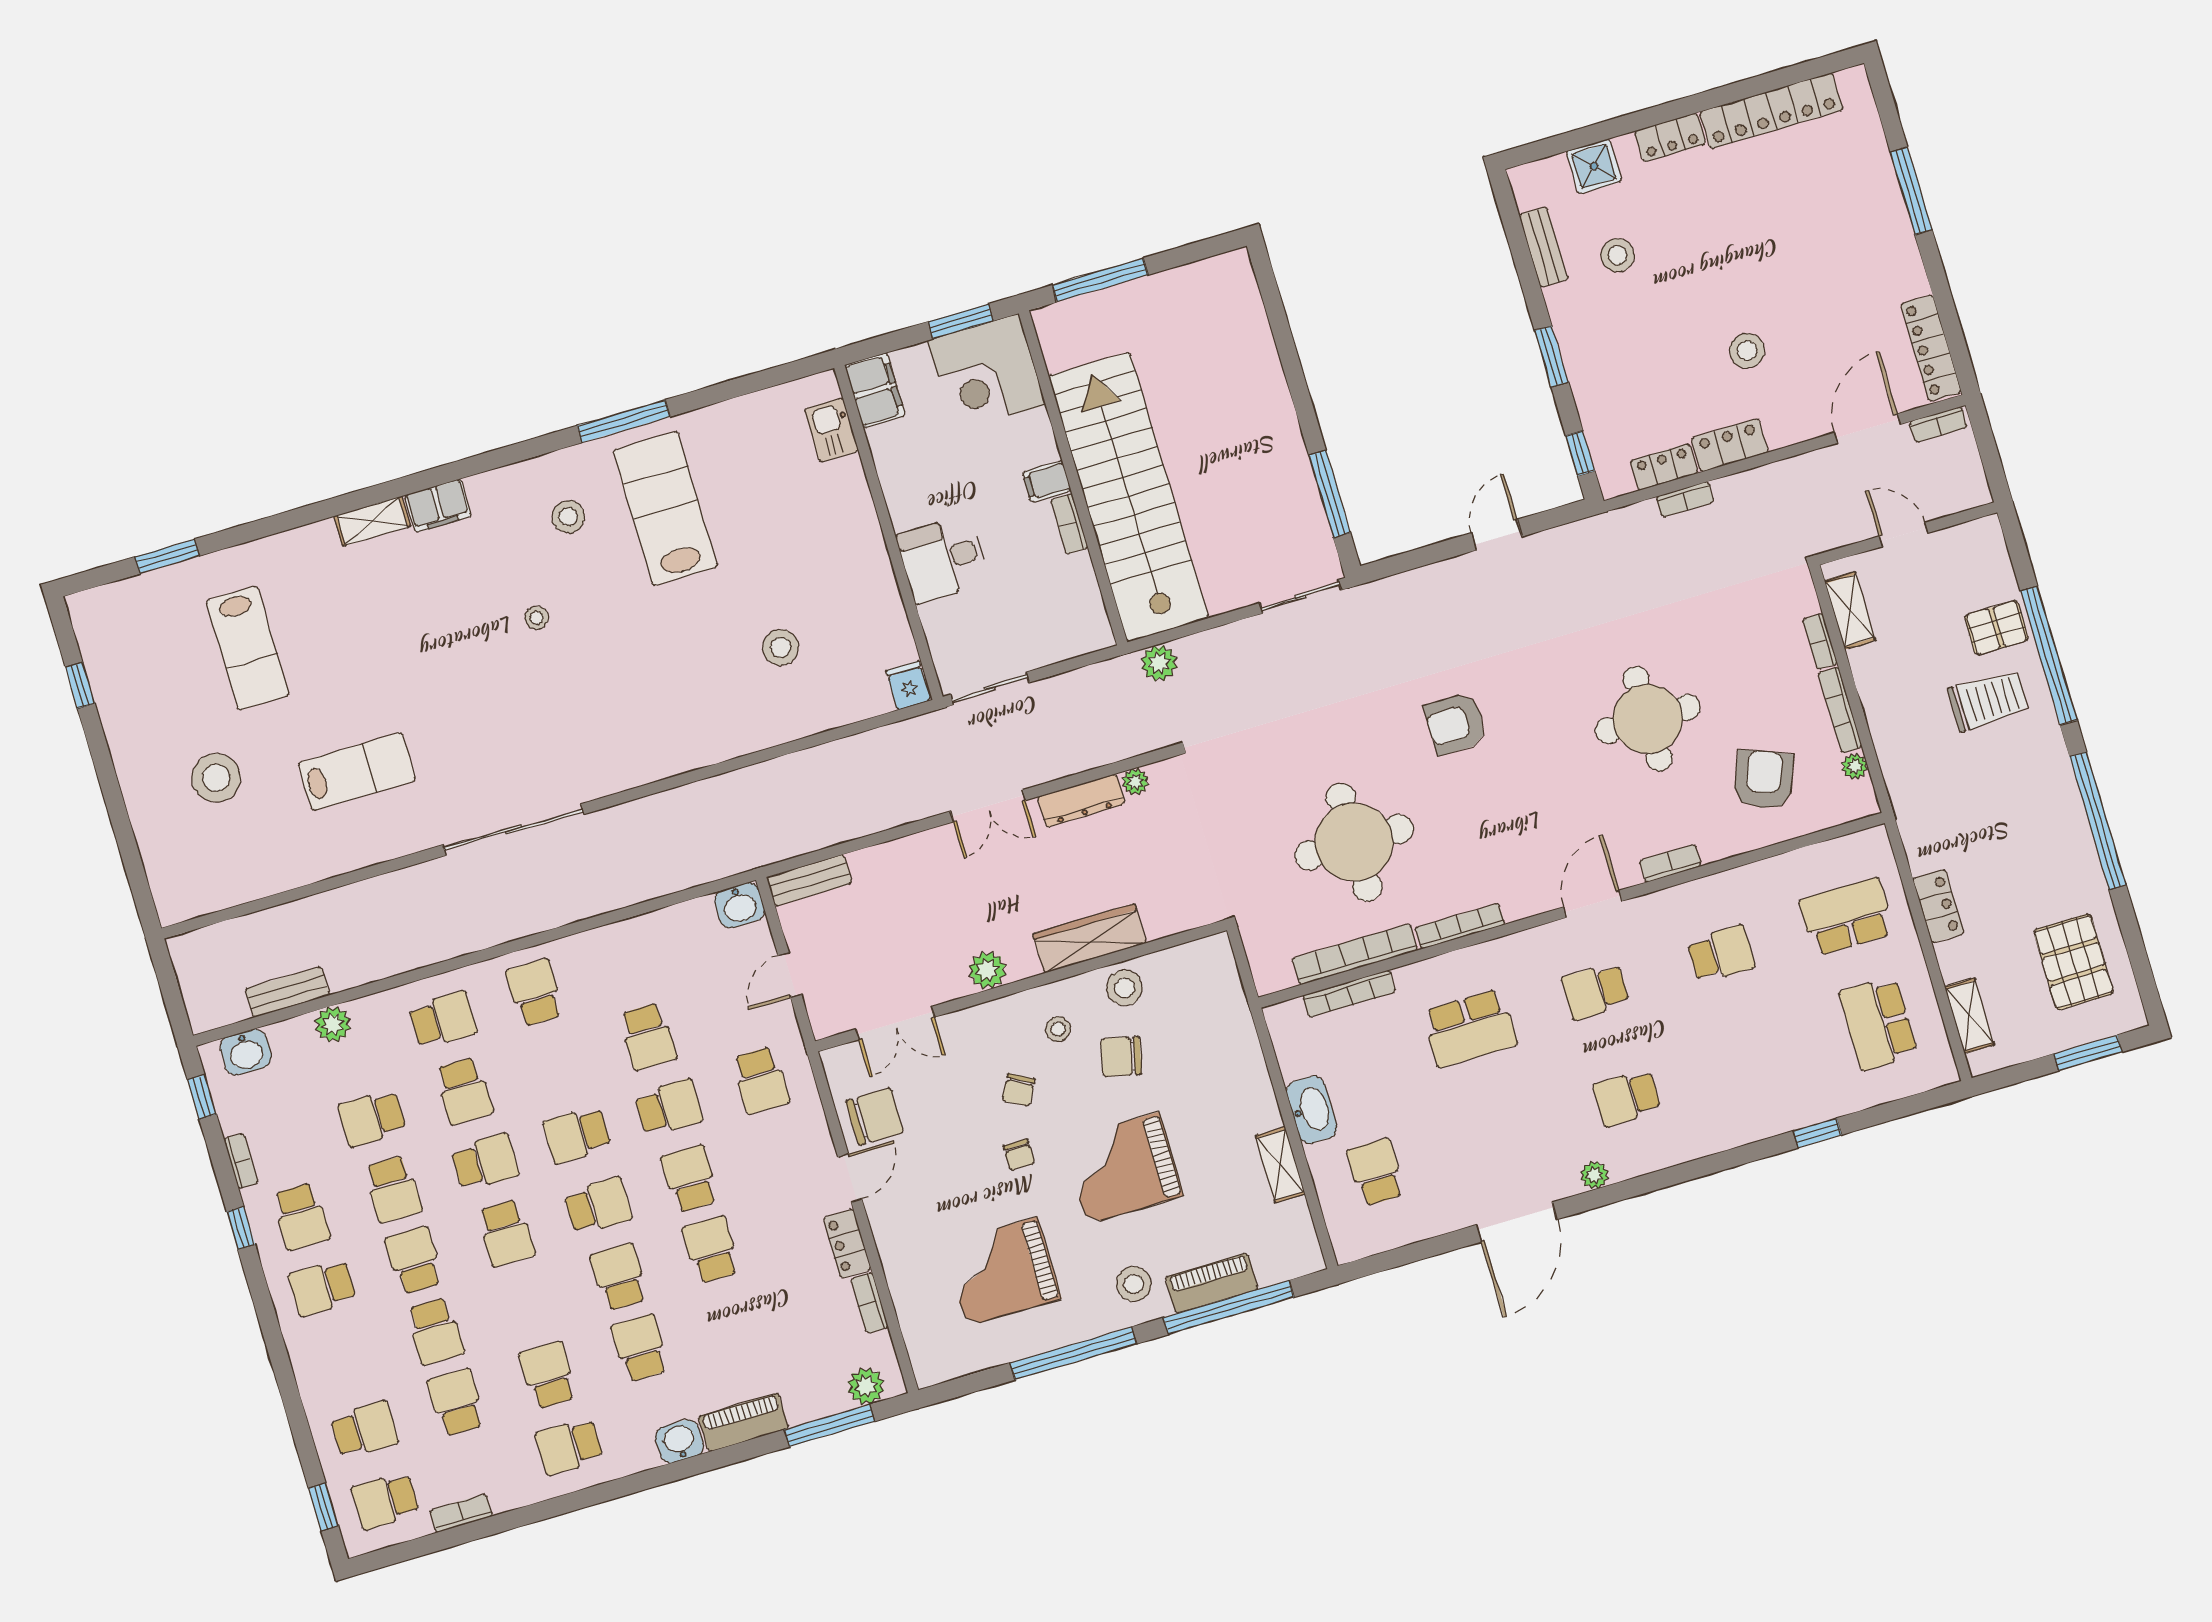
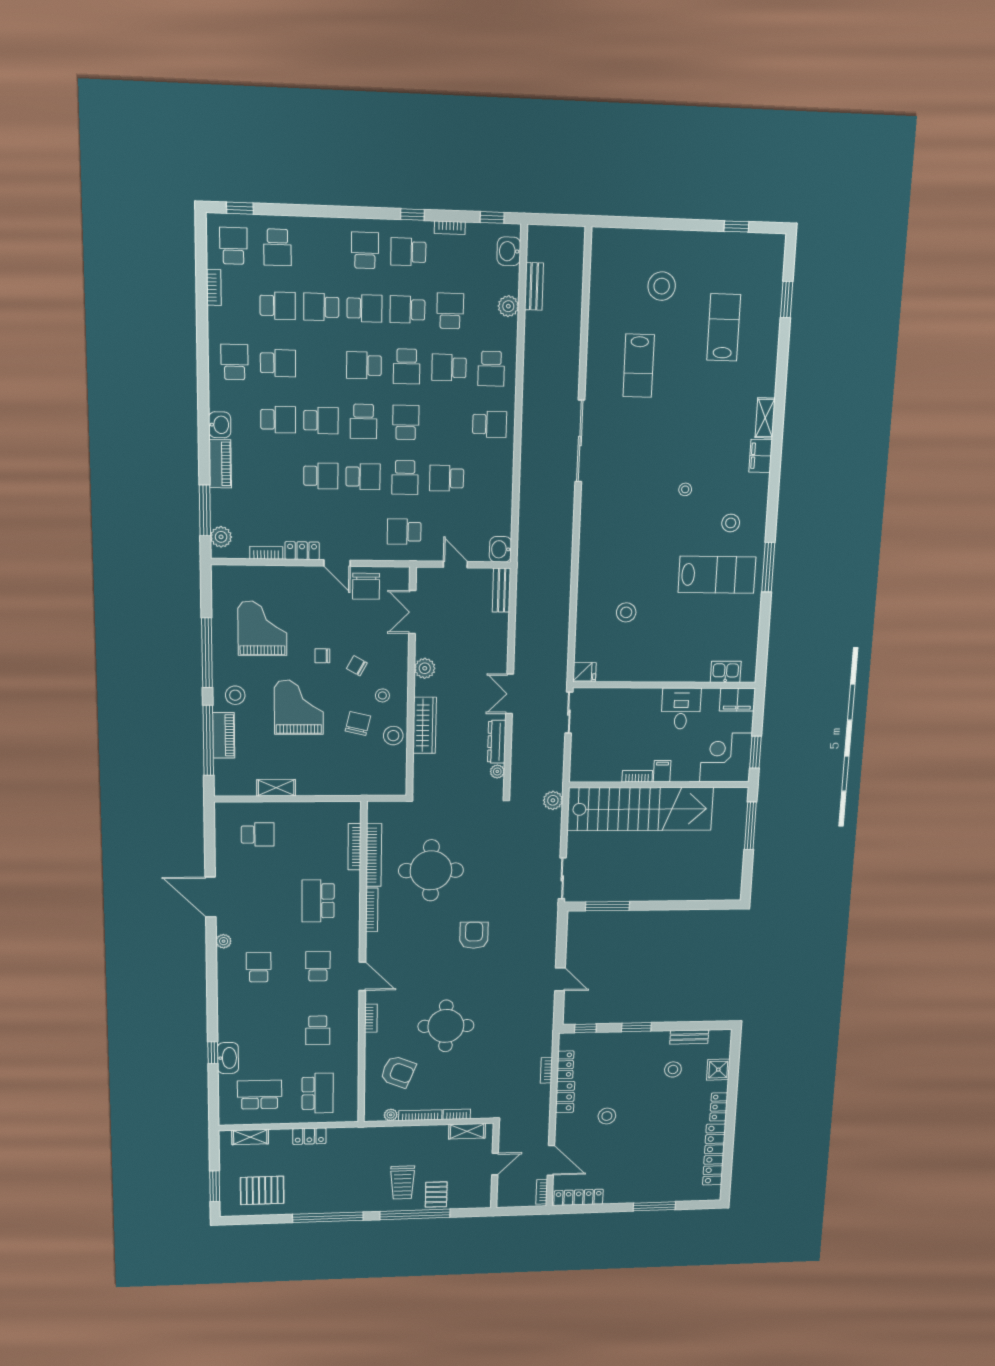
desk: (943, 559) -> (681, 708), moved
lab bench: (248, 648) -> (724, 327), turned 90
washbasin: (1312, 1110) -> (228, 1058), moved, turned -90

